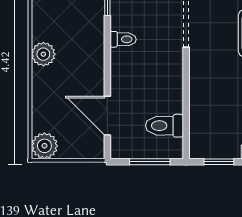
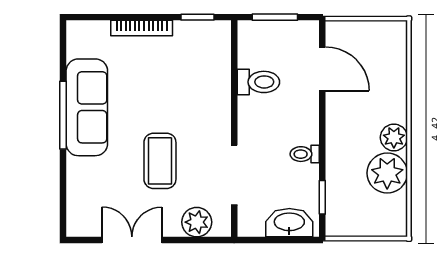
toilet: (164, 126) -> (258, 82), moved
plant: (44, 146) -> (387, 173), moved, width x1.36, depth x1.36

